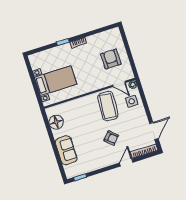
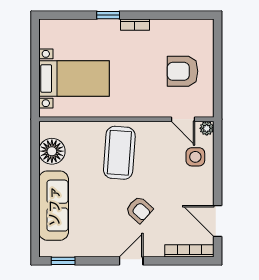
armchair: (111, 59) -> (183, 71), turned -90
coffee table: (108, 106) -> (119, 153), moved
door: (154, 131) -> (218, 221), swing flipped
sofa: (66, 150) -> (54, 206), width x1.36
door: (126, 163) -> (131, 261), moved

